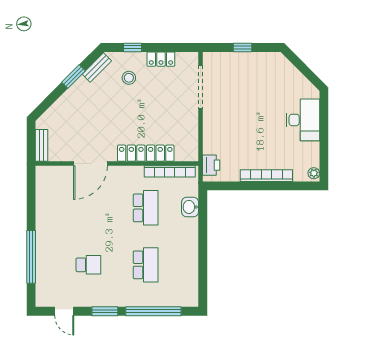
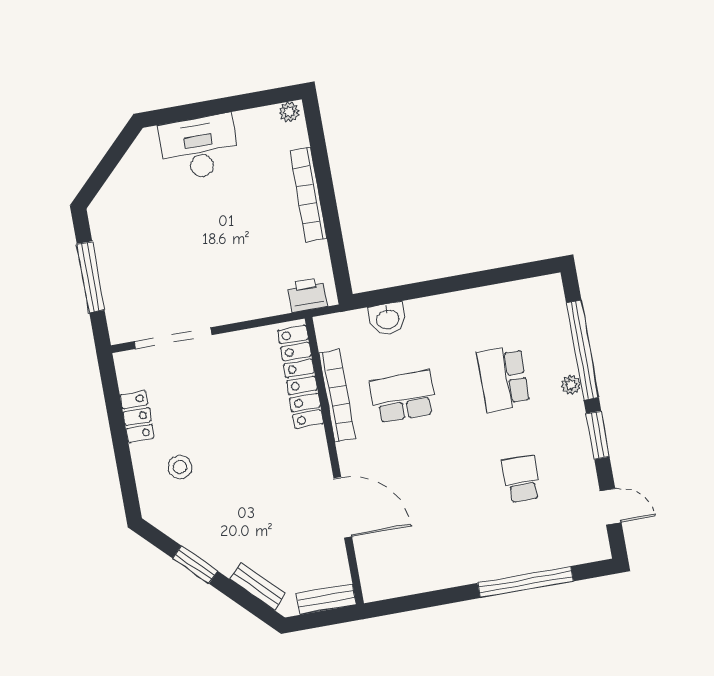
window: (132, 47) -> (125, 470), removed
window: (243, 47) -> (91, 277), width x2.17
bench: (97, 67) -> (258, 586), moved
locker: (146, 153) -> (300, 377), moved
bookcase: (170, 171) -> (337, 396), moved
school desk: (146, 265) -> (503, 379), turned -90
plant: (135, 301) -> (571, 385), added
door: (64, 311) -> (611, 507), hinge flipped

